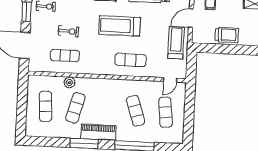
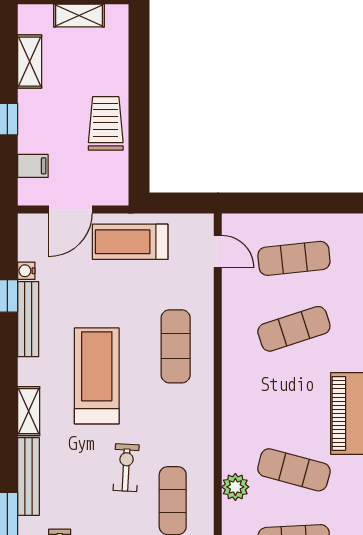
door: (191, 18) -> (71, 209), hinge flipped
treadmill: (120, 26) -> (97, 376), turned 180
exercise bike: (69, 31) -> (126, 468), moved

